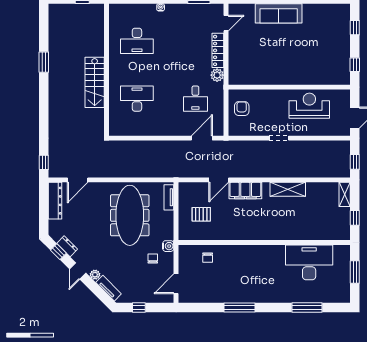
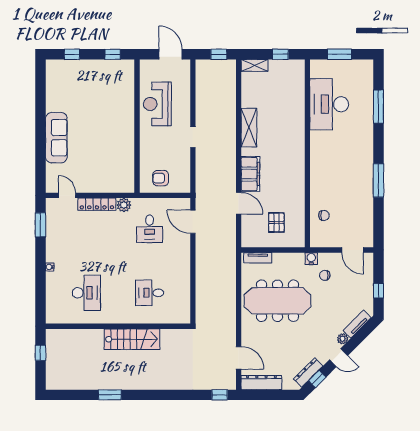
desk: (137, 99) -> (150, 293), width x0.73
desk: (195, 99) -> (150, 229), turned 90
dresser: (67, 246) -> (308, 373), width x1.44

